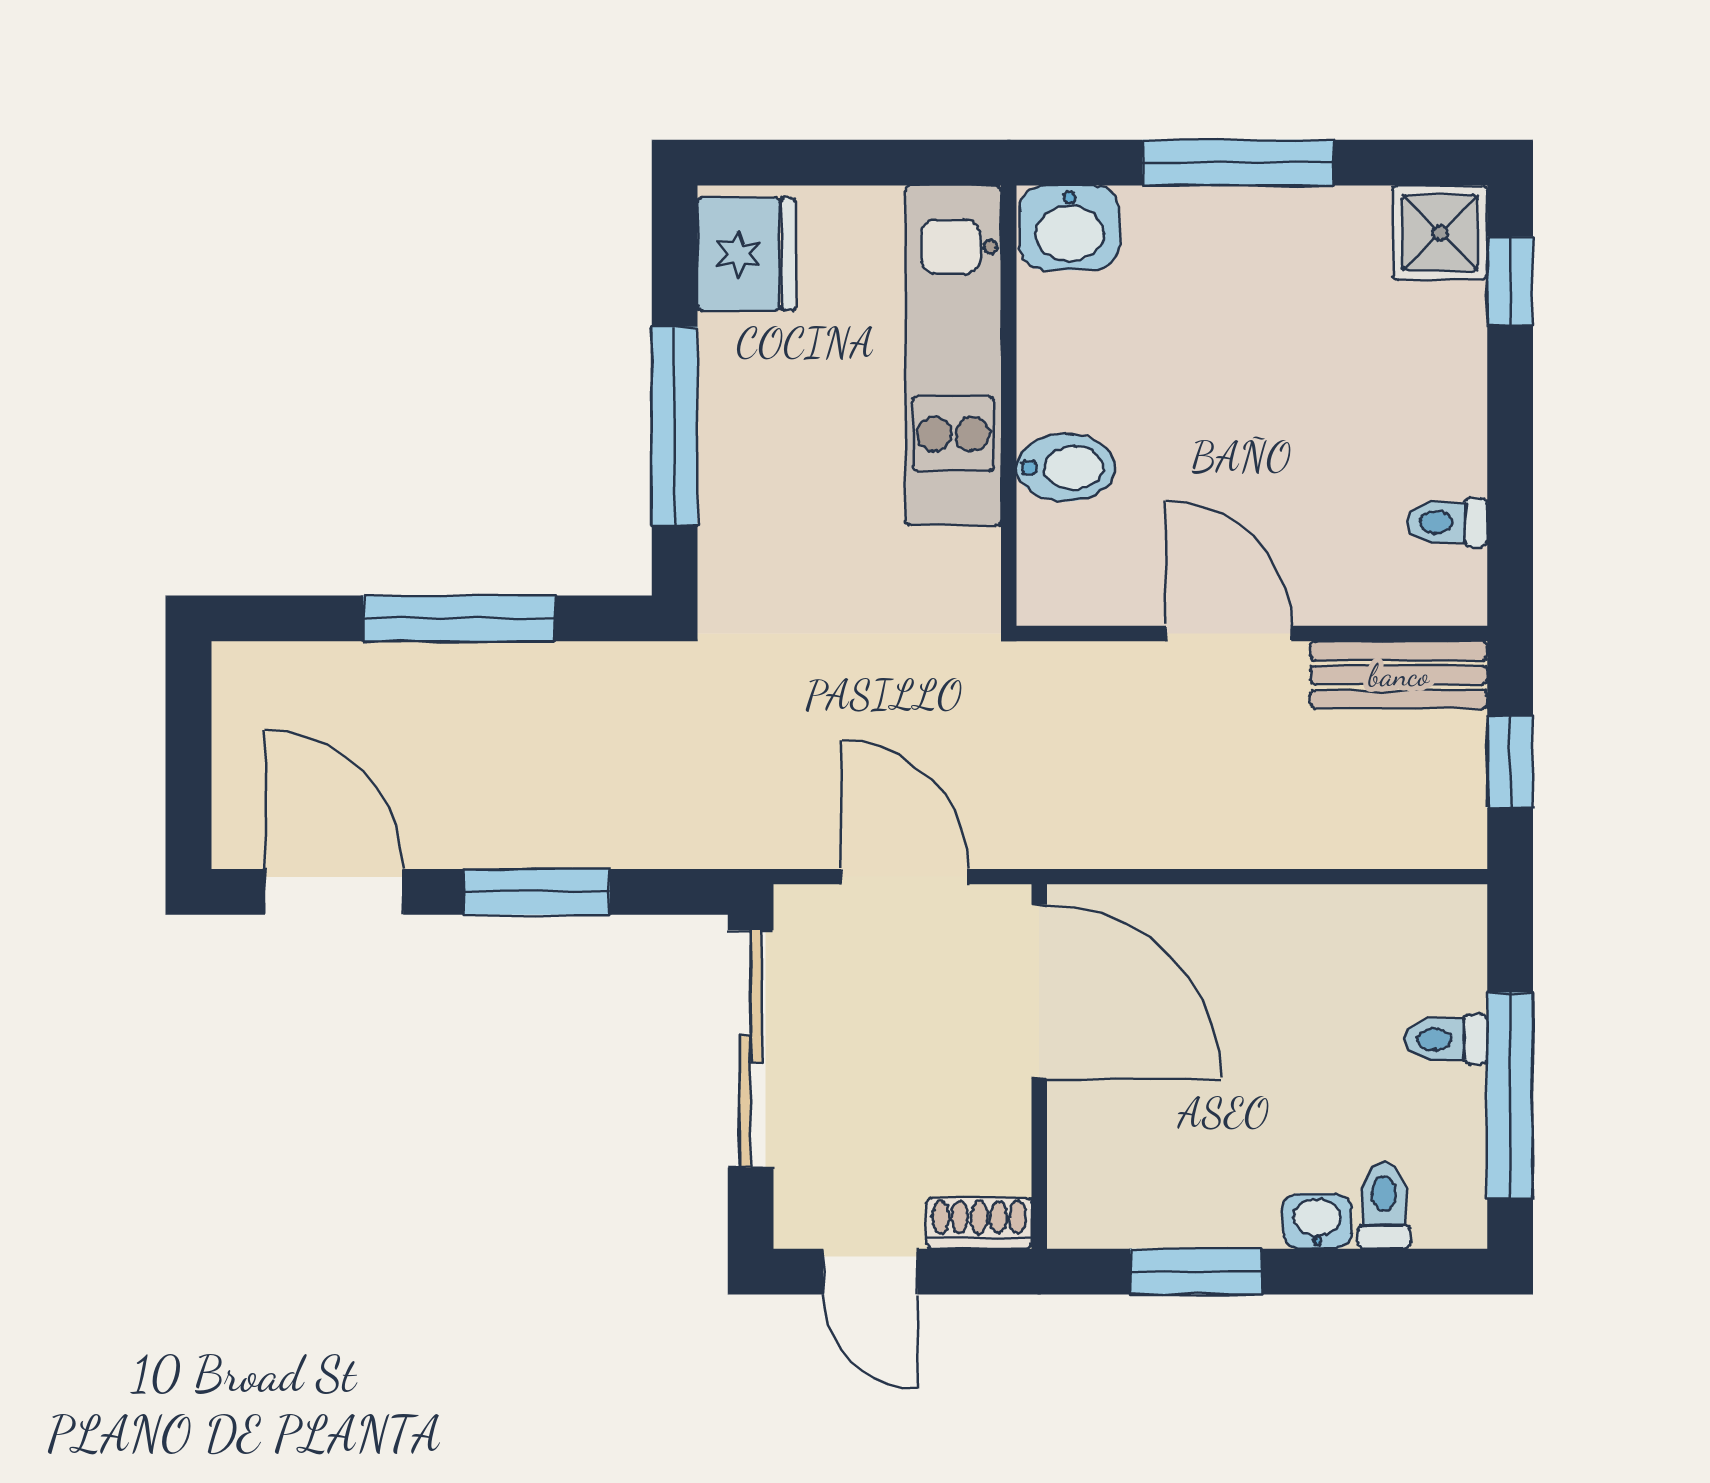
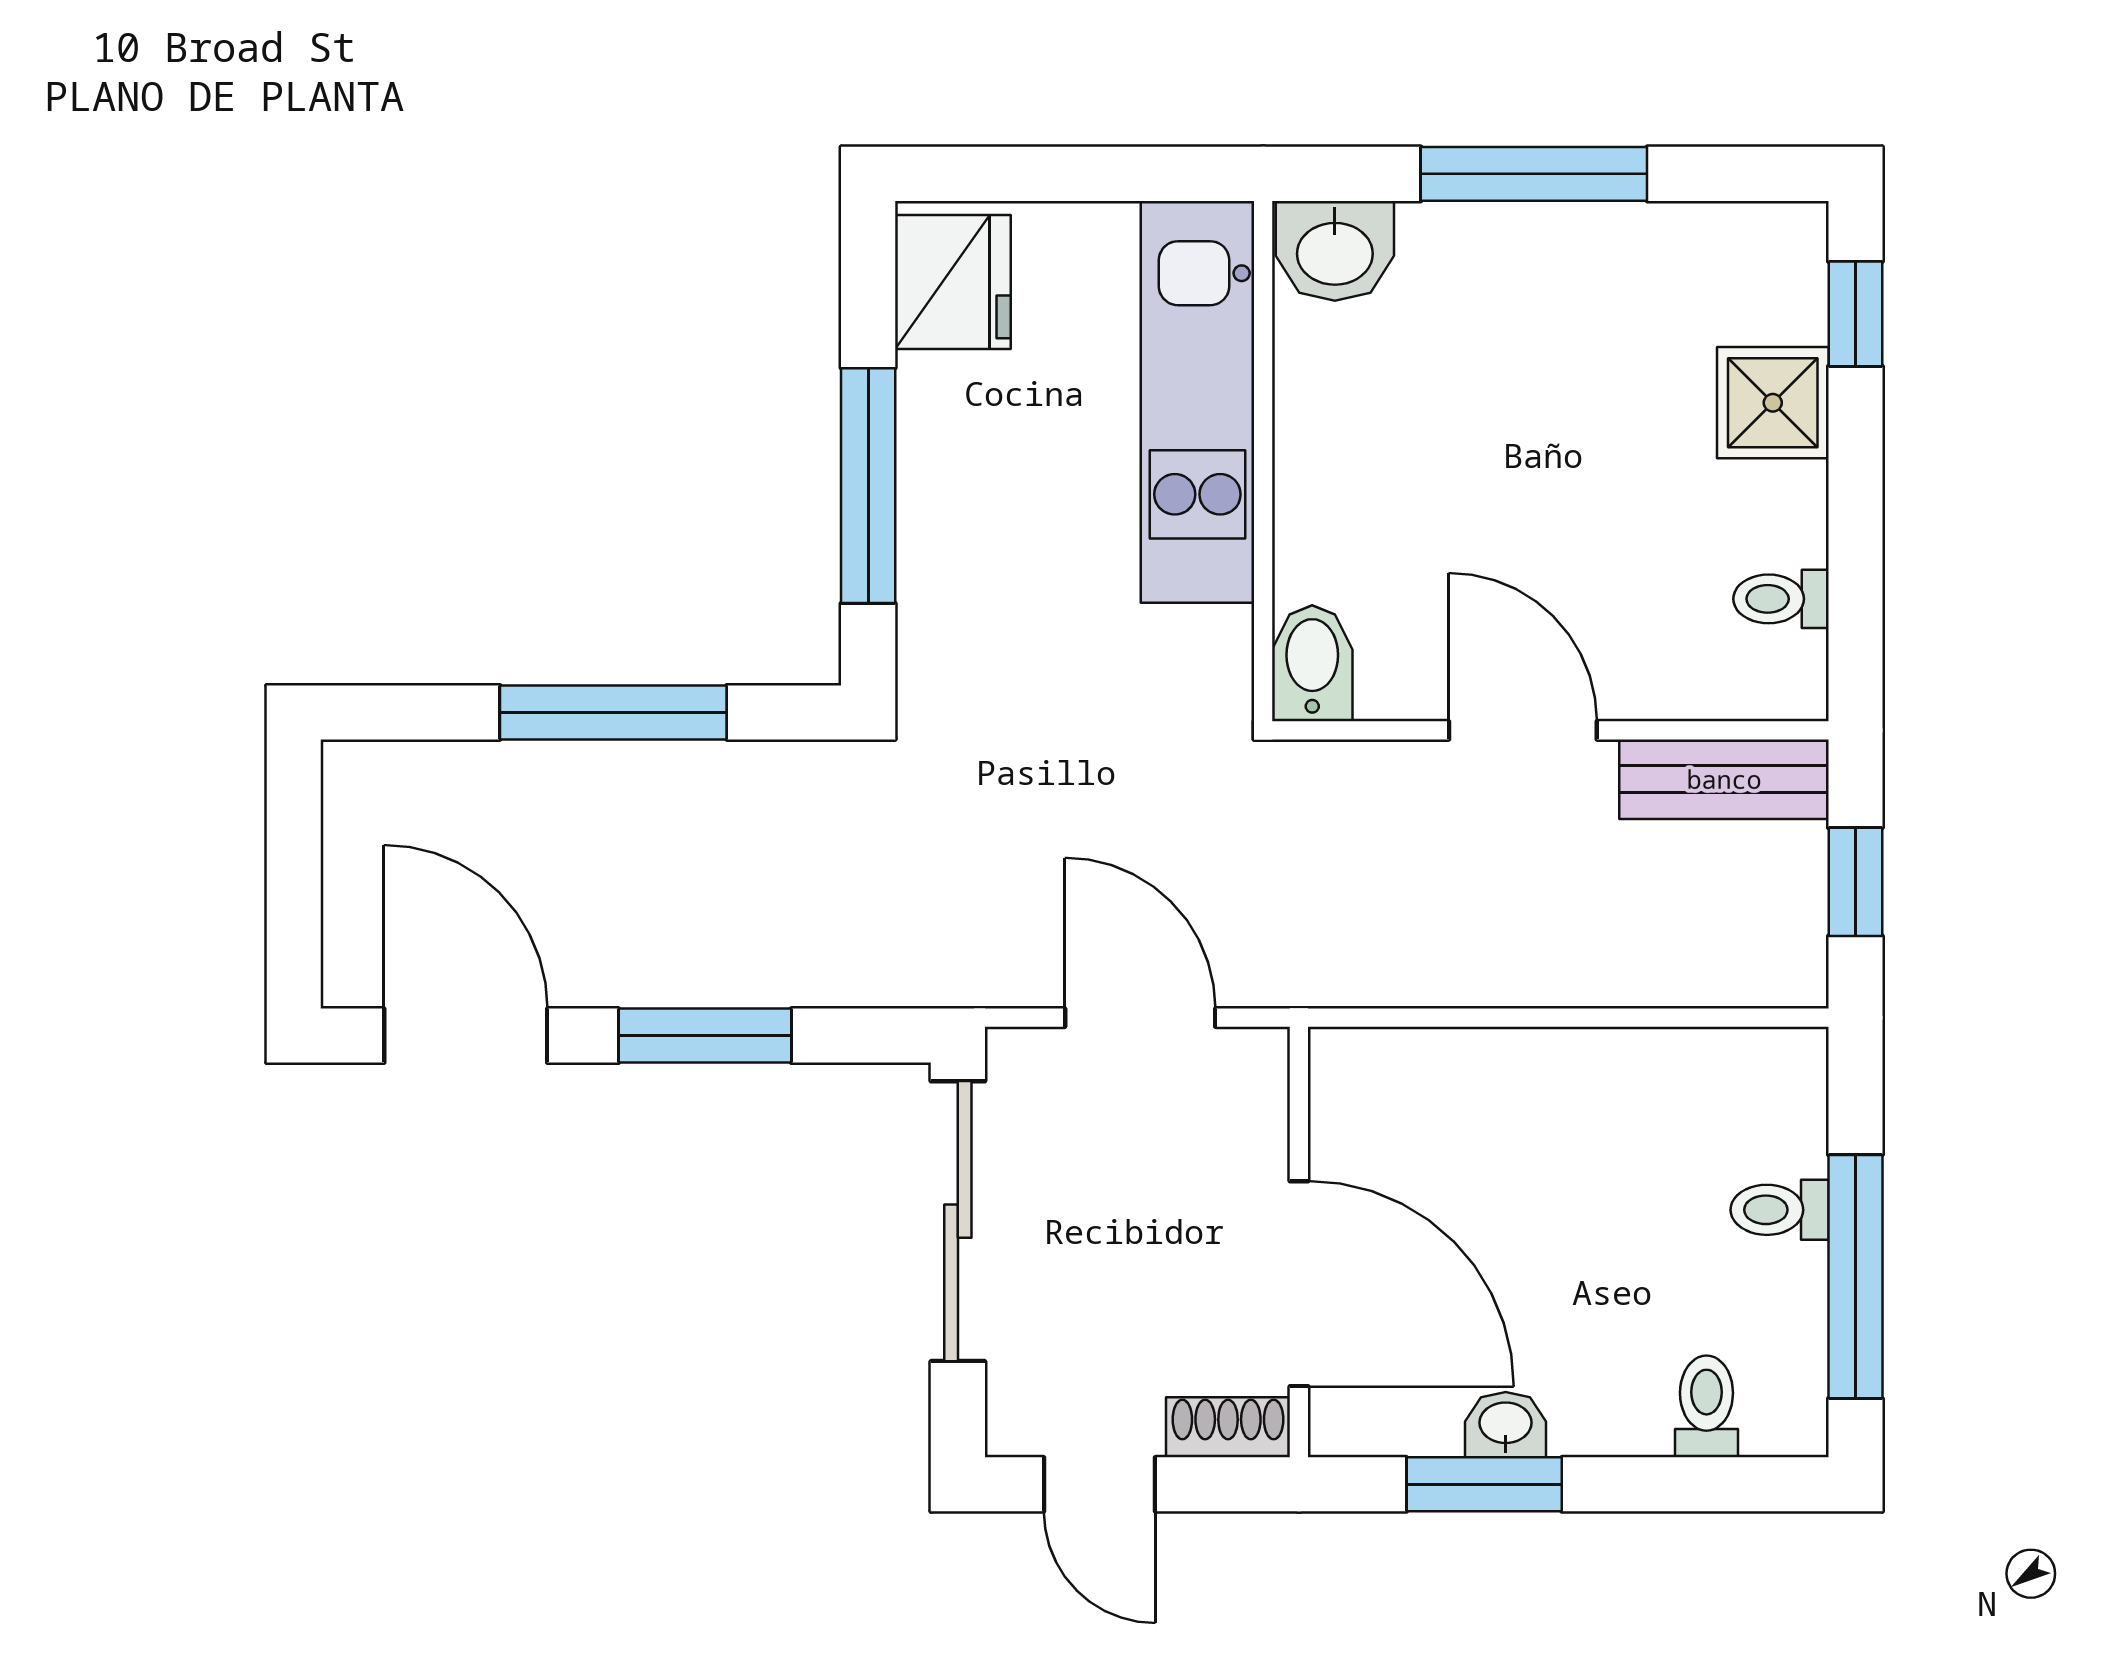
shower: (1440, 233) -> (1773, 403), moved
bidet: (1066, 468) -> (1312, 663), moved, turned -90
door: (1039, 992) -> (1299, 1284), moved
washbasin: (1317, 1221) -> (1506, 1425), moved

